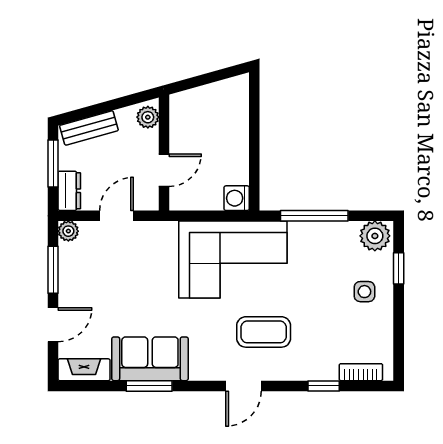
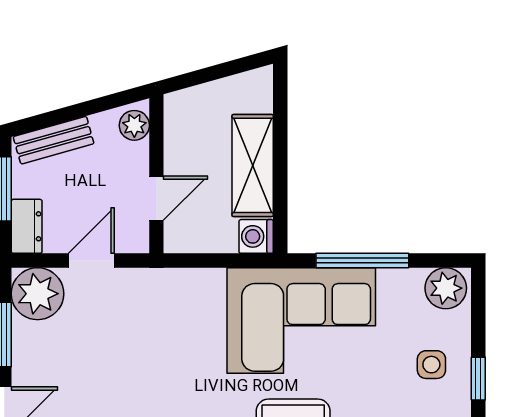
shelving: (234, 146) -> (253, 165), added
plant: (68, 231) -> (38, 294), width x1.88, depth x1.88
corner sofa: (233, 259) -> (301, 321), moved
window: (399, 268) -> (478, 379), moved

